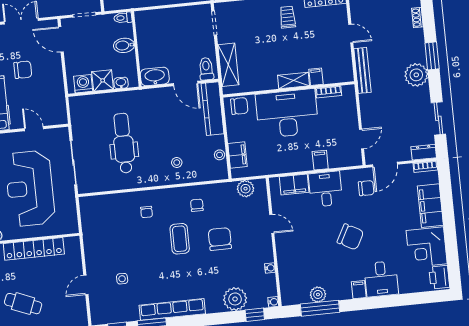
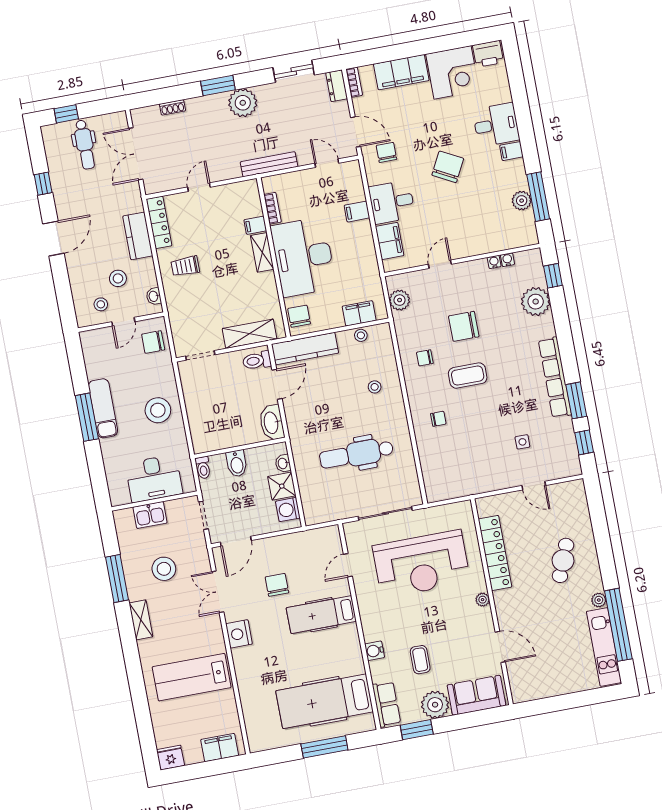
bench: (362, 70) -> (269, 164), moved
water cooler: (273, 302) -> (507, 260), moved

